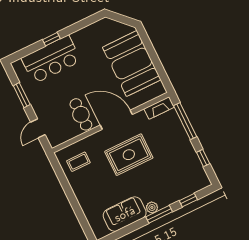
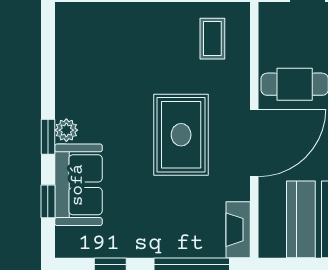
sofa: (125, 214) -> (78, 185), moved
window: (159, 214) -> (48, 137), width x0.67

